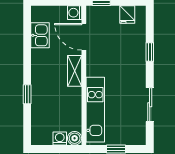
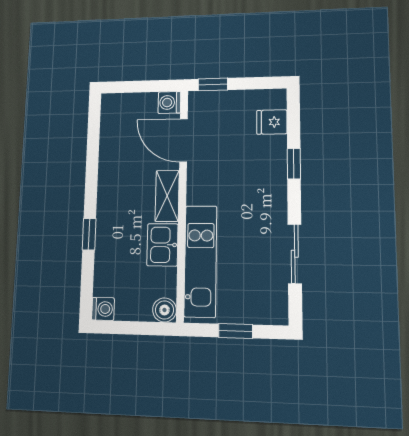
fridge: (127, 15) -> (272, 122), moved, turned 90
kitchen sink: (40, 35) -> (162, 245), moved, turned 180
washing machine: (60, 139) -> (103, 309), moved, turned 90

